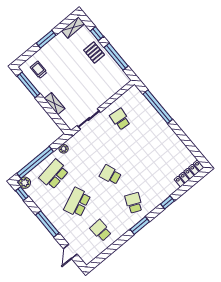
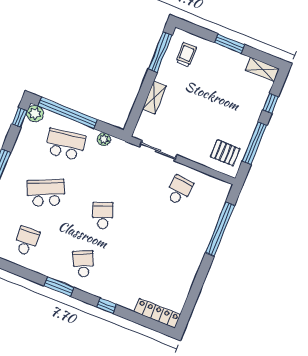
pallet: (94, 52) -> (225, 153), moved, turned 90
school desk: (134, 203) -> (83, 264), turned -48

